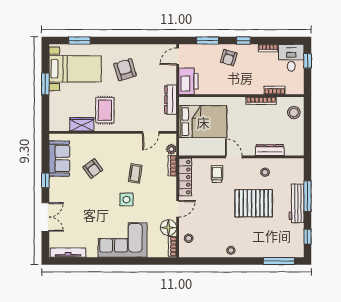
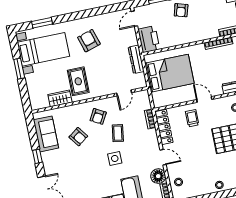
plant: (171, 149) -> (146, 104), removed
armchair: (118, 152) -> (98, 116), added
door: (178, 209) -> (163, 157), hinge flipped

